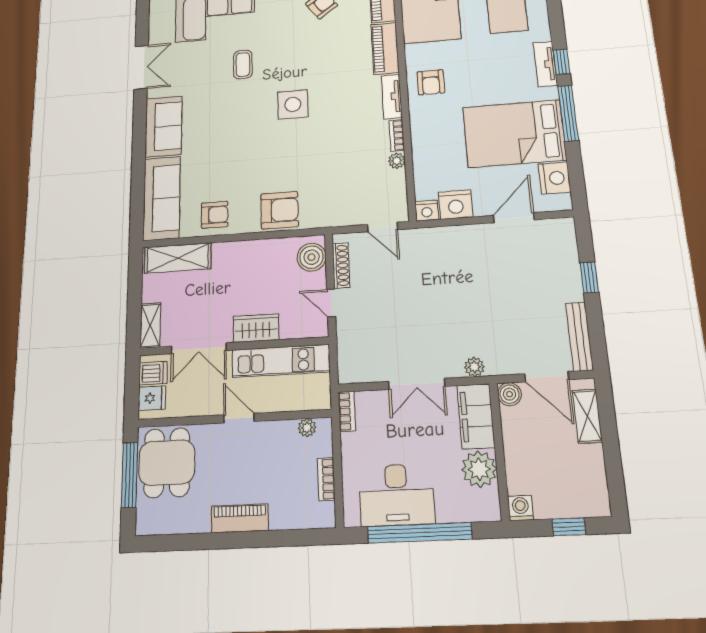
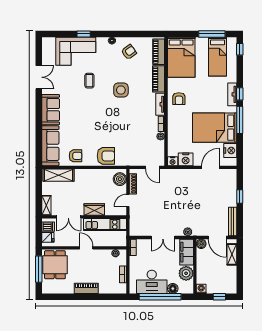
side table: (293, 104) -> (121, 90), moved
door: (331, 303) -> (128, 200), hinge flipped
floor lamp: (449, 510) -> (173, 289), added

